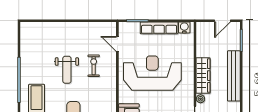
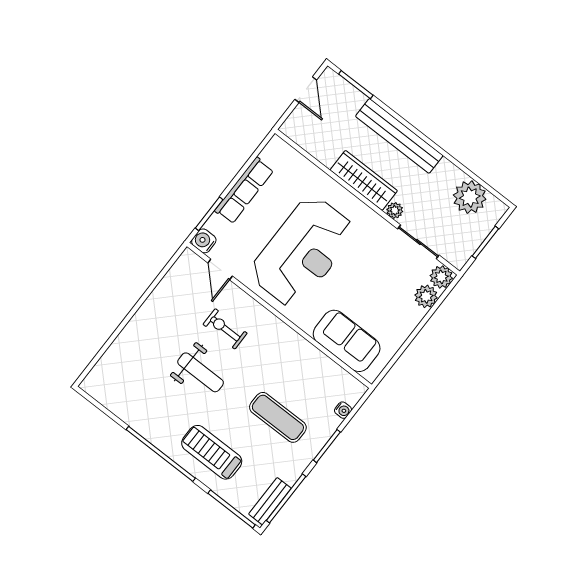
water cooler: (184, 27) -> (204, 241), moved
door: (117, 44) -> (220, 269), hinge flipped
reception desk: (152, 73) -> (302, 252), turned 180

